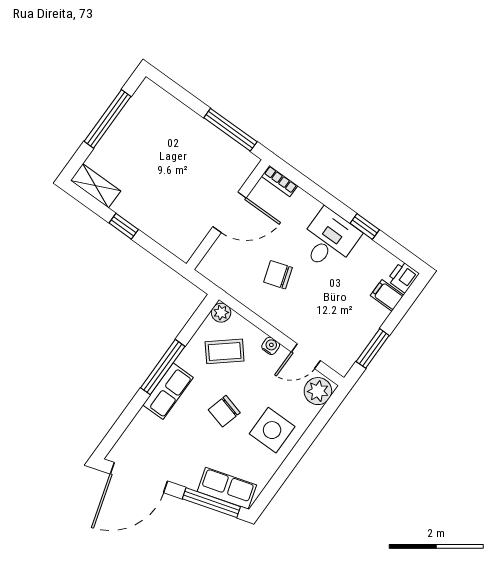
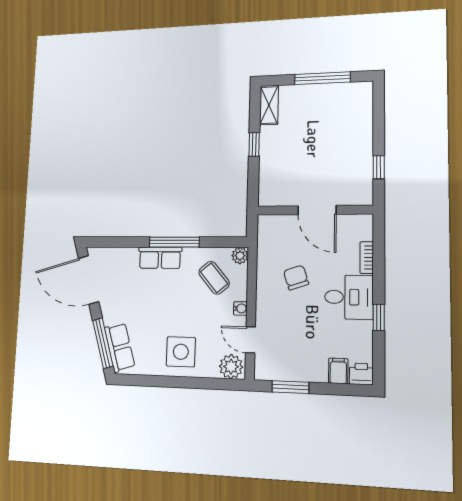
window: (230, 130) -> (379, 167), width x0.46
bookcase: (280, 181) -> (367, 258), moved
chair: (224, 411) -> (172, 307), removed

